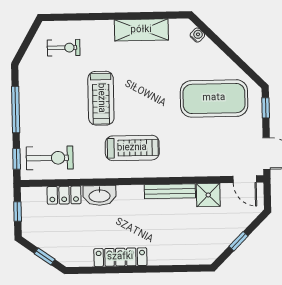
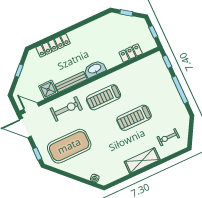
shelving: (141, 30) -> (142, 161), moved
treadmill: (101, 98) -> (134, 118), turned -90
exercise bike: (50, 158) -> (66, 109), moved, turned 180
washbasin: (99, 195) -> (95, 69), moved
locker: (120, 257) -> (53, 45), moved

